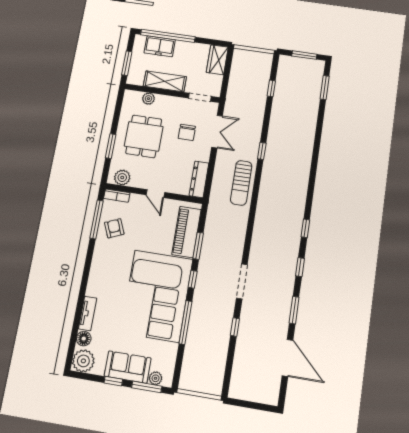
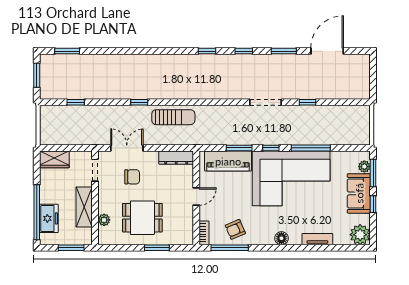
plant: (122, 178) -> (186, 231), removed
floor lamp: (84, 339) -> (281, 238), moved

